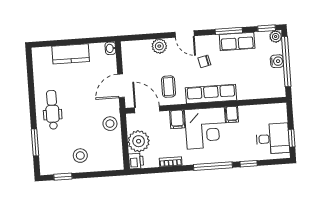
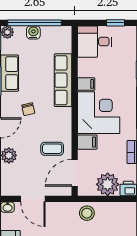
door: (121, 86) -> (33, 199), moved
row of seats: (211, 94) -> (63, 80), moved
desk: (273, 139) -> (95, 42), moved, turned -90

